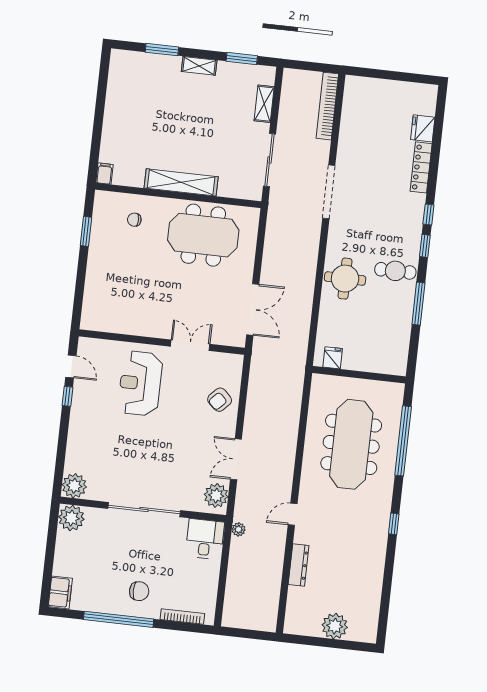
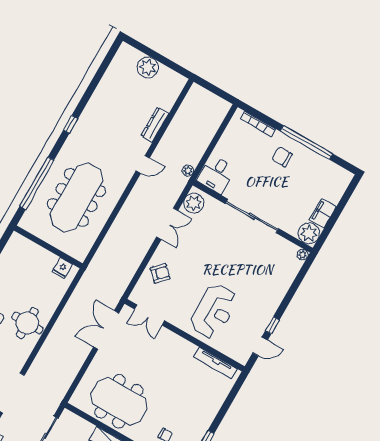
tv unit: (114, 326) -> (215, 363), added
double door: (190, 345) -> (150, 315), moved
door: (71, 366) -> (260, 346), swing flipped
plant: (74, 486) -> (303, 255), width x0.53, depth x0.53
filing cabinet: (60, 592) -> (323, 213), moved

